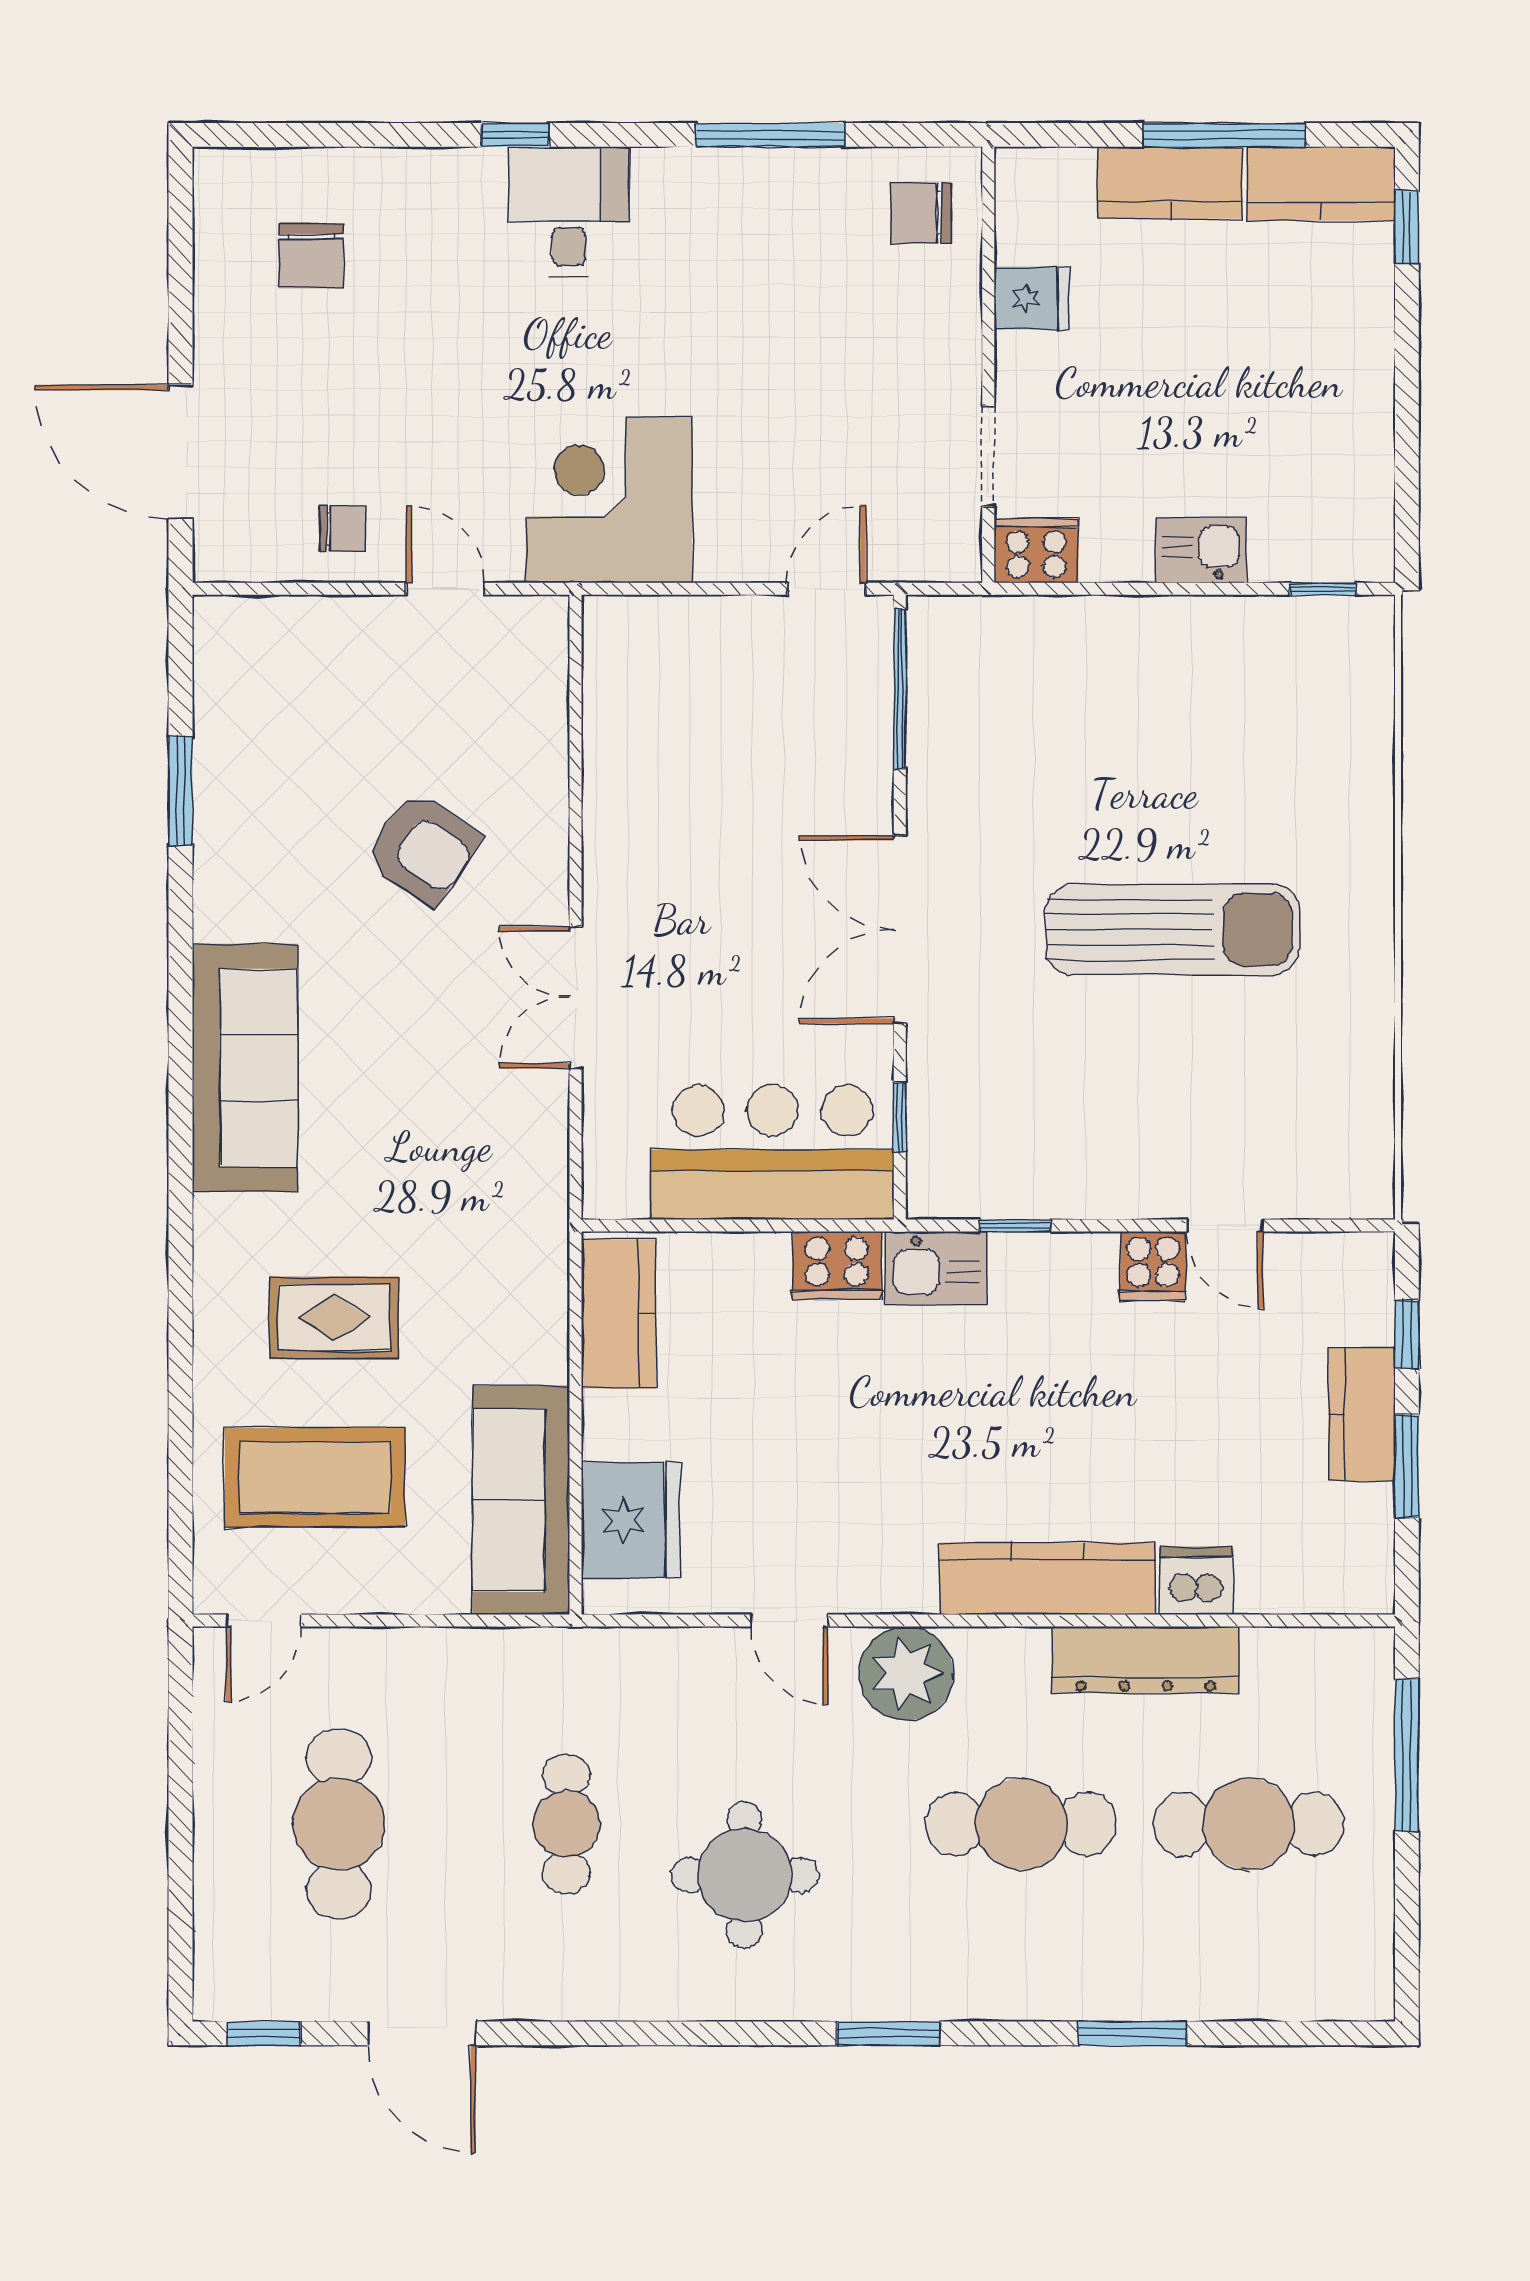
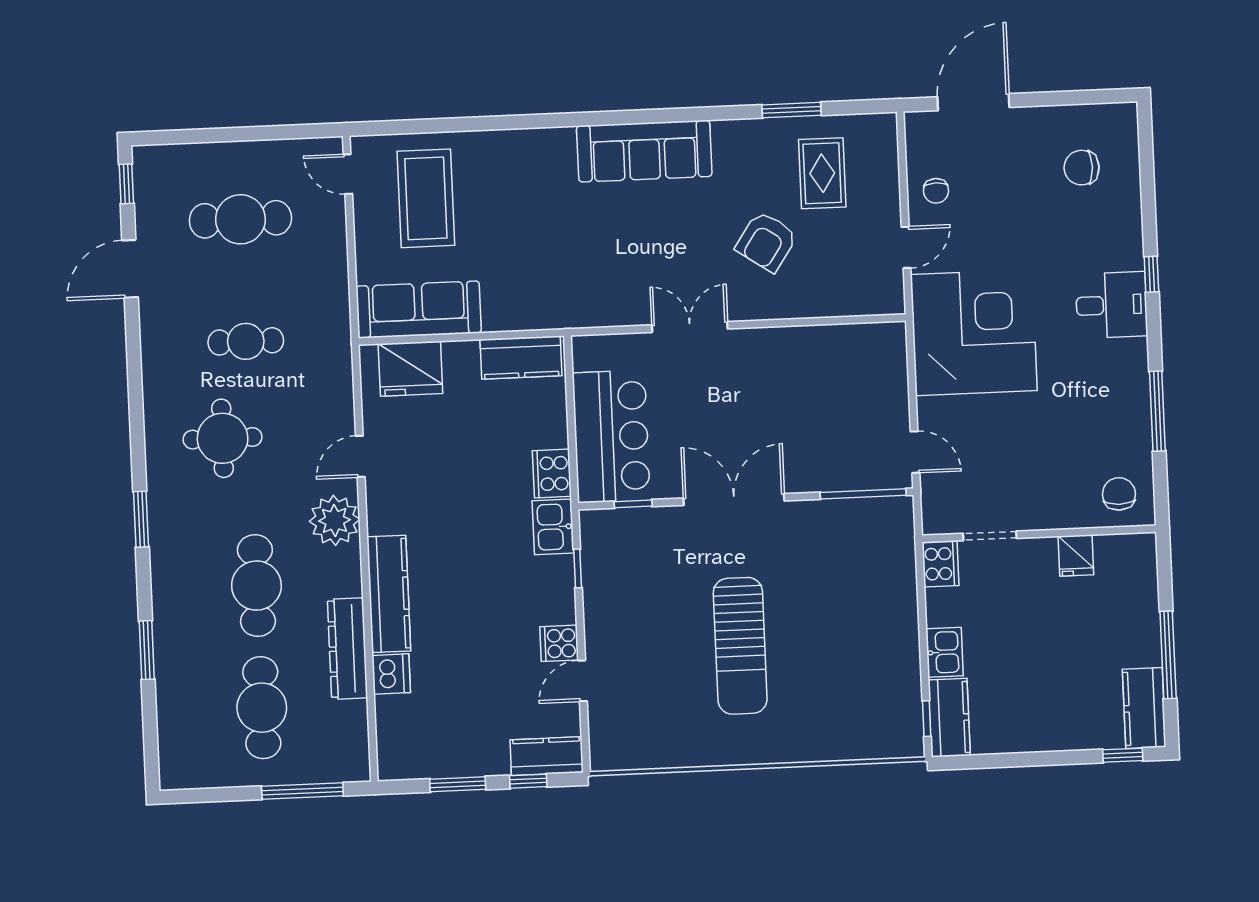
kitchen counter: (1170, 183) -> (949, 718), moved, turned 180
corner desk: (609, 500) -> (974, 333), width x1.36, depth x1.36
rug: (334, 1318) -> (822, 173), moved
kitchen counter: (1362, 1414) -> (547, 756), moved

